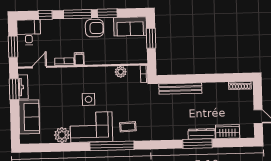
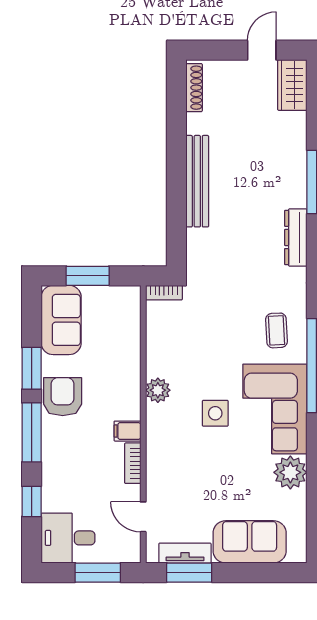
plant: (121, 72) -> (158, 390), moved
bench: (180, 89) -> (197, 181), moved
wardrobe: (228, 132) -> (292, 85), moved
dresser: (202, 134) -> (296, 237), moved

